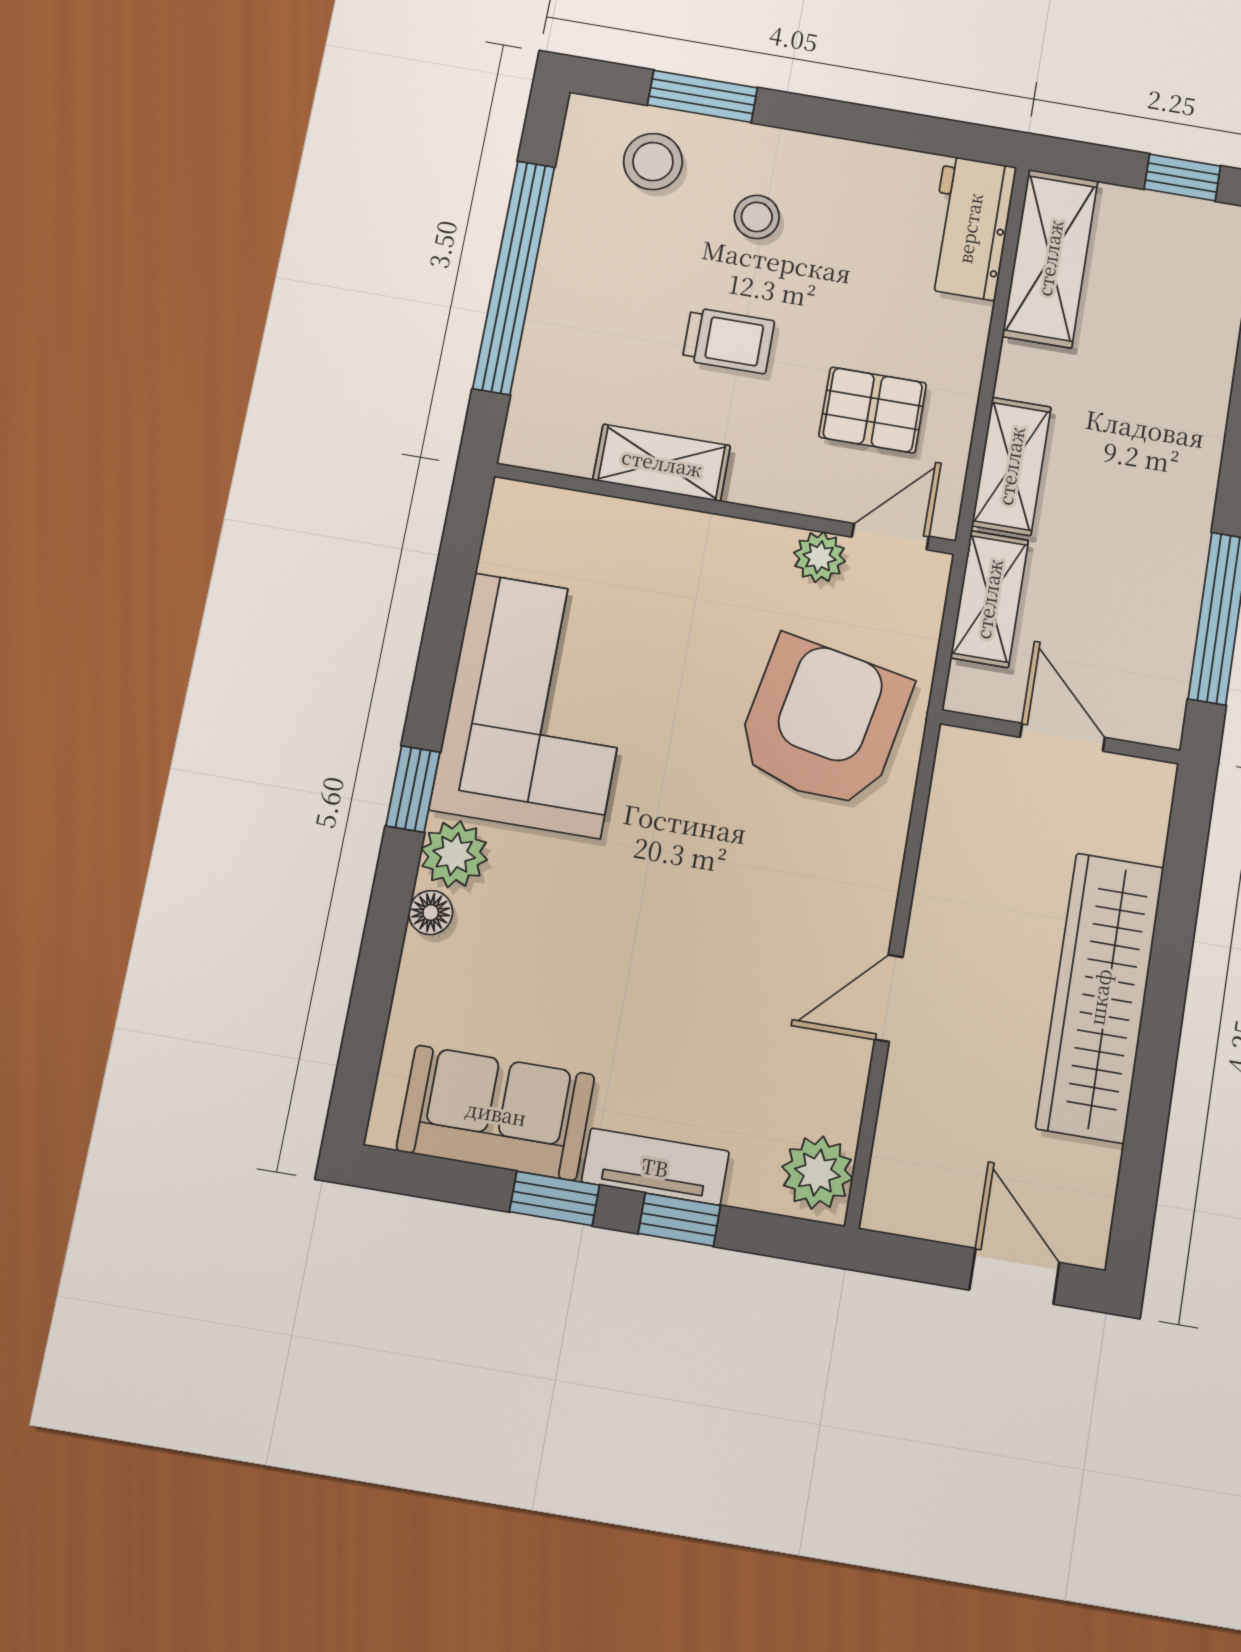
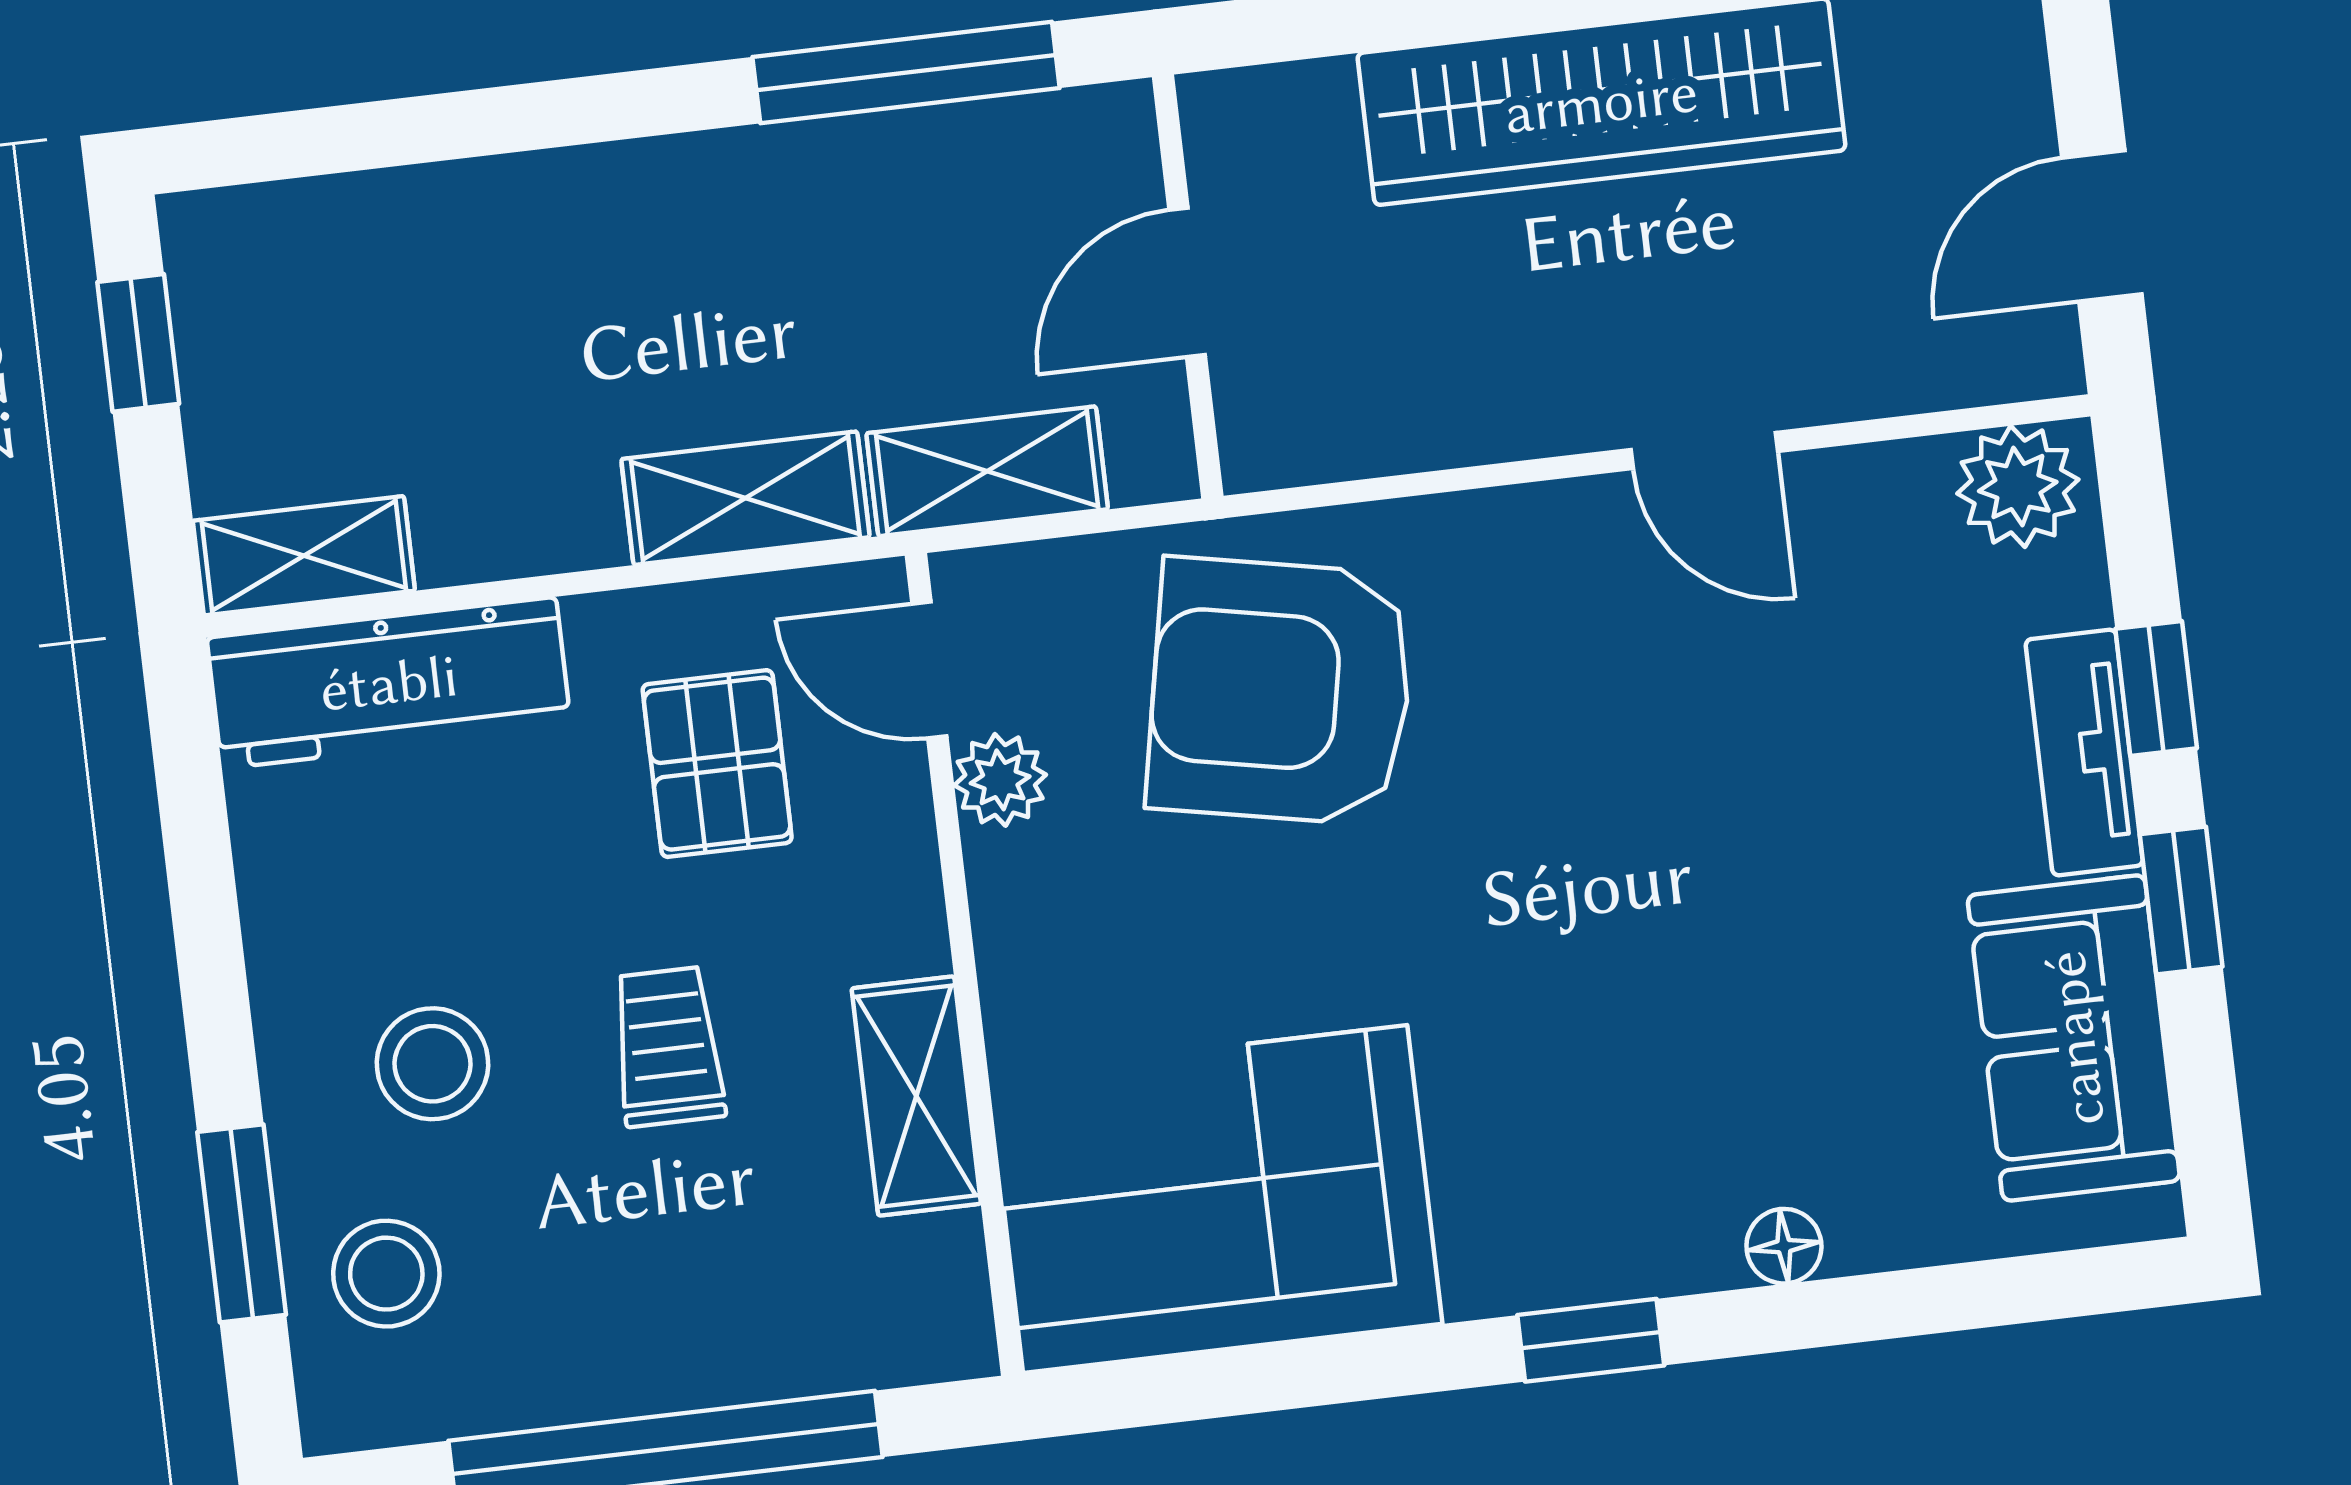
stool: (757, 217) -> (432, 1064), width x1.37, depth x1.37
workbench: (970, 228) -> (389, 683), width x1.37
shelving: (1050, 258) -> (304, 556), width x0.67, depth x0.75
corner sofa: (537, 705) -> (1215, 1199), moved
plant: (454, 854) -> (1678, 1238), removed
door: (1014, 1276) -> (2102, 226), moved

